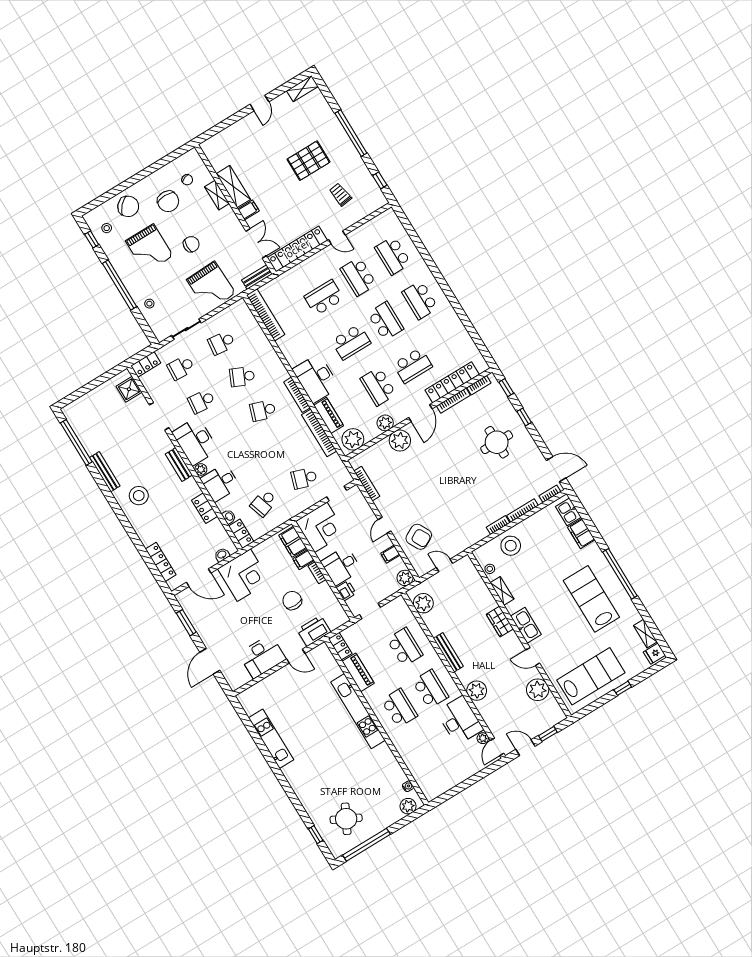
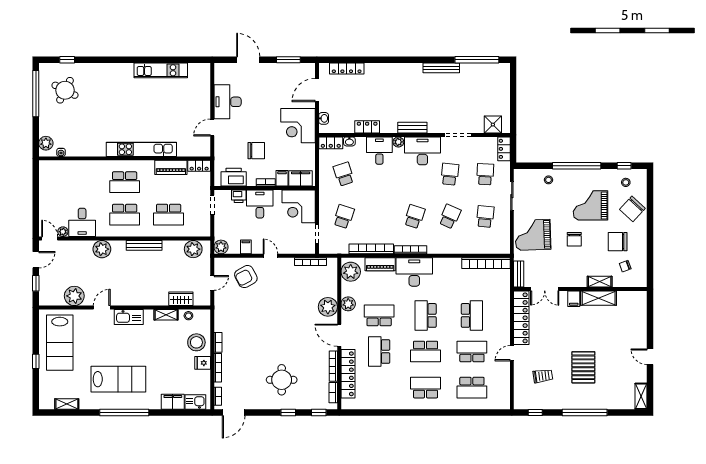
school desk: (393, 256) -> (472, 388), turned 180
stool: (139, 496) -> (407, 83), removed
wardrobe: (500, 622) -> (181, 299), moved
printer: (314, 631) -> (234, 177), moved, turned -90
fridge: (654, 654) -> (203, 363), moved, turned -90
desk: (460, 721) -> (82, 222), width x0.73

